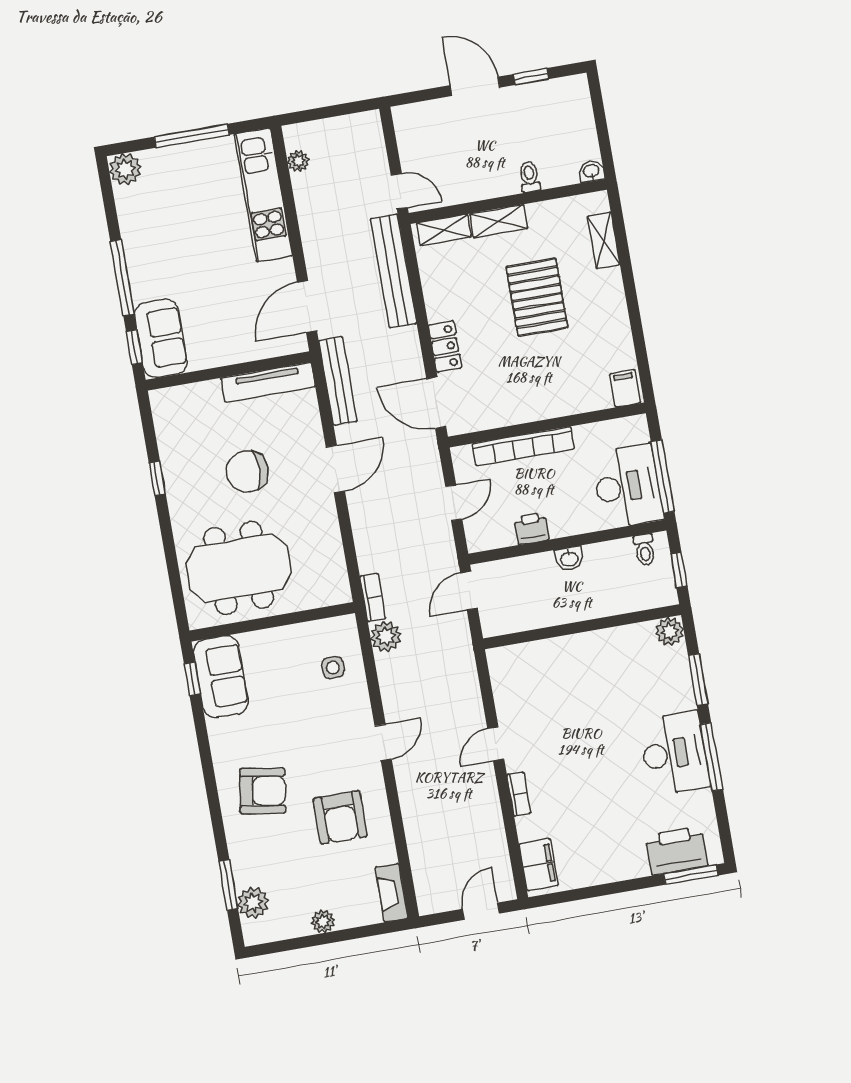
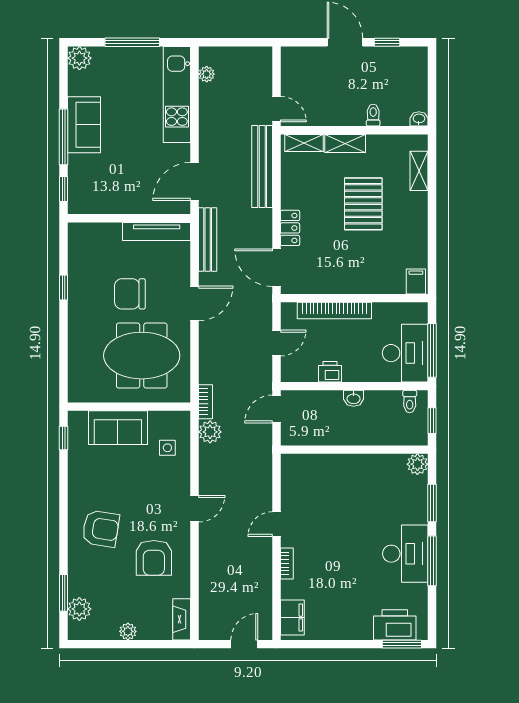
sofa: (161, 338) -> (84, 125), moved
meeting table: (239, 568) -> (142, 356), moved
sofa: (221, 677) -> (118, 428), moved, turned 90

